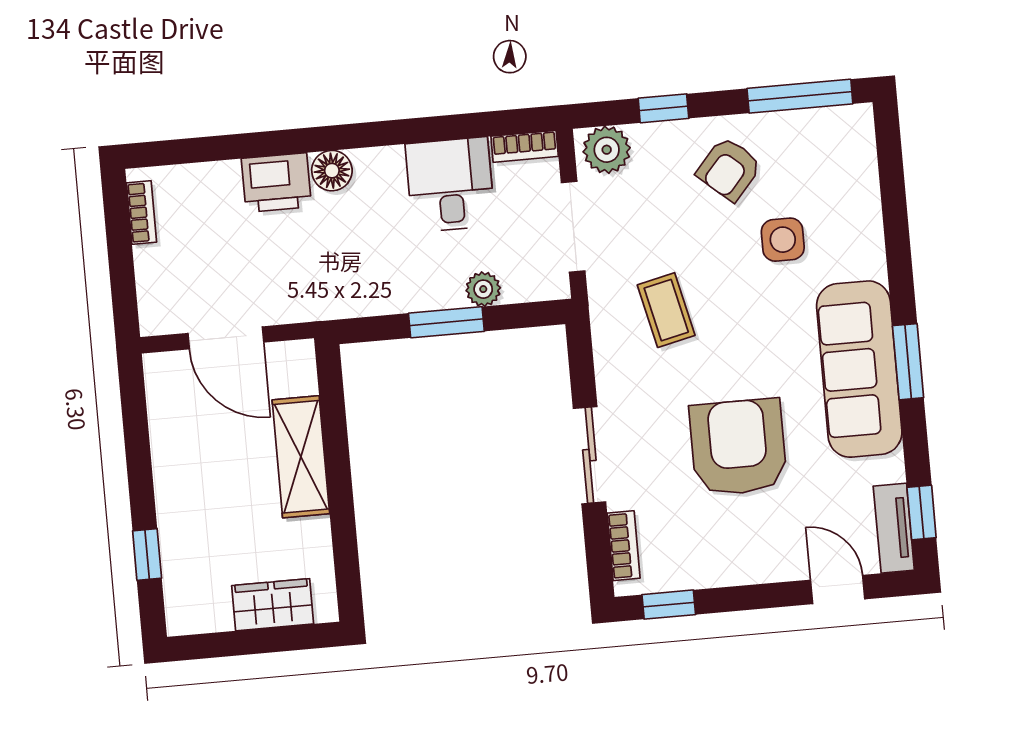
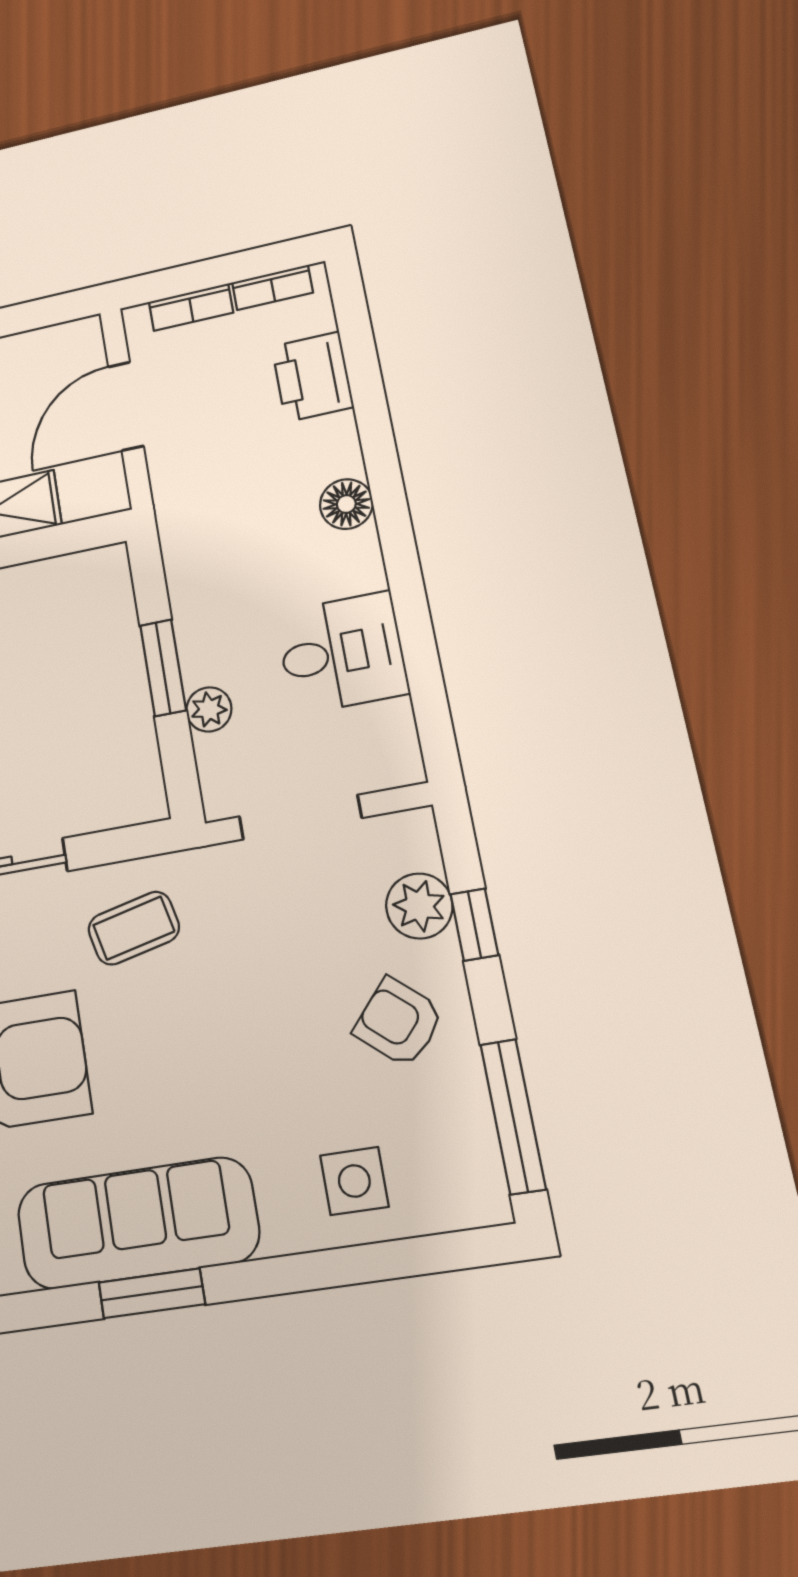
bookcase: (525, 146) -> (191, 307), moved, turned -90
plant: (607, 150) -> (419, 906), moved
printer: (276, 183) -> (312, 377), moved
side table: (783, 240) -> (354, 1181), moved
coffee table: (666, 310) -> (134, 928), moved

